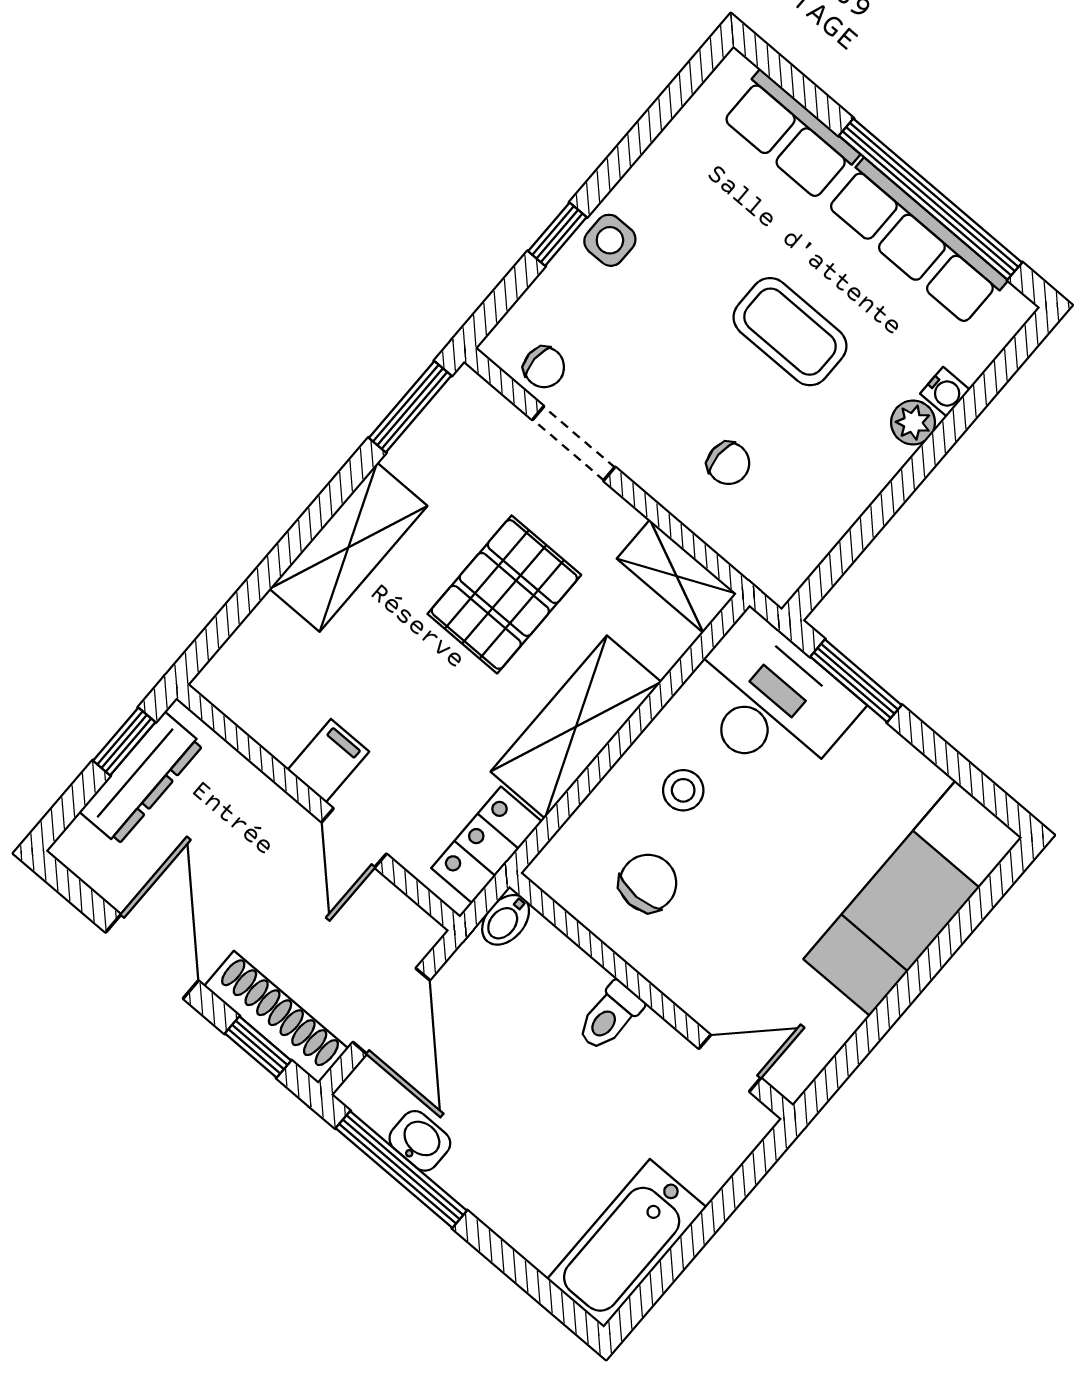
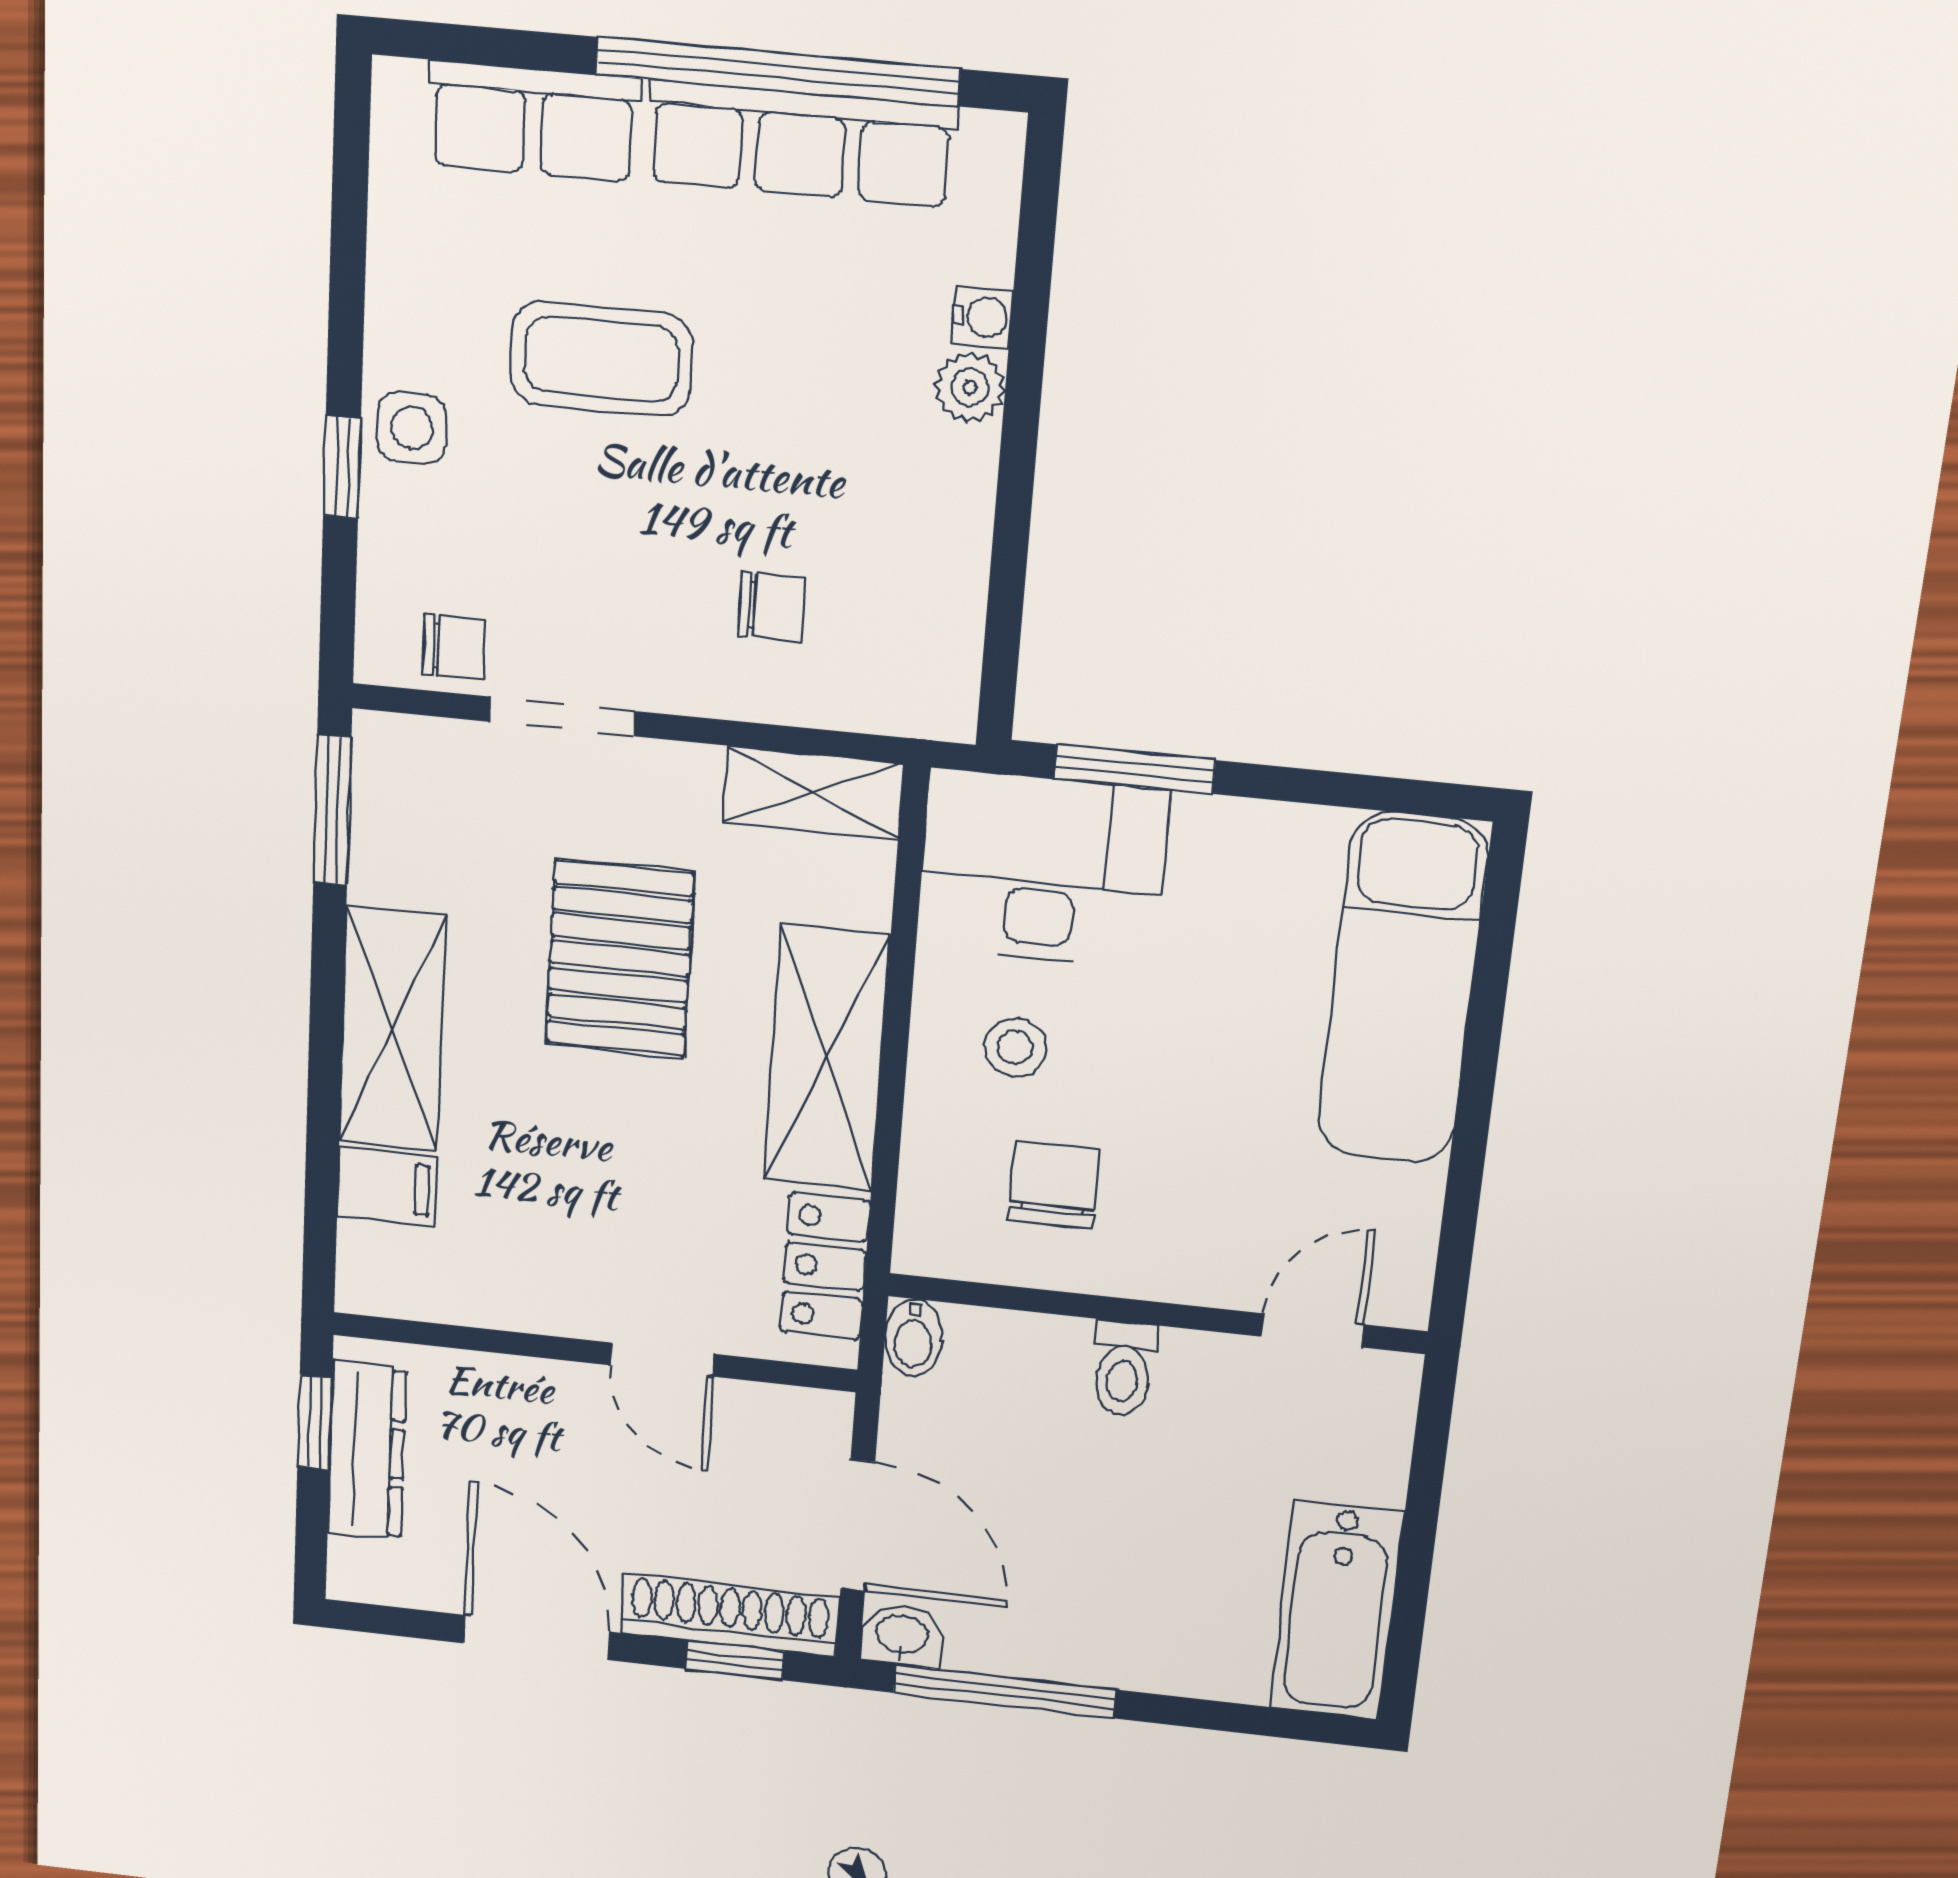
coffee table: (790, 332) -> (601, 359), moved
filing cabinet: (328, 761) -> (387, 1186), moved, turned 90
washbasin: (420, 1141) -> (902, 1636), moved

